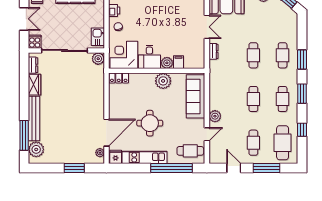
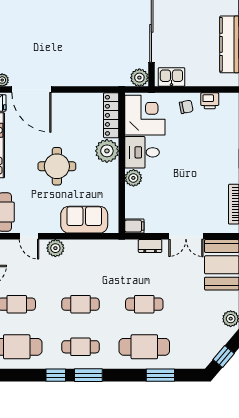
cafe table: (283, 55) -> (144, 347), width x1.37, depth x1.35
window: (302, 59) -> (160, 375), moved
filing cabinet: (178, 62) -> (134, 226), moved
locker: (119, 78) -> (111, 115), width x1.53
plant: (163, 81) -> (107, 151), moved
sofa: (196, 96) -> (84, 220), width x0.73
round table: (150, 123) -> (57, 166), moved
window: (302, 130) -> (56, 375), moved

